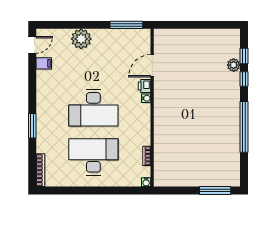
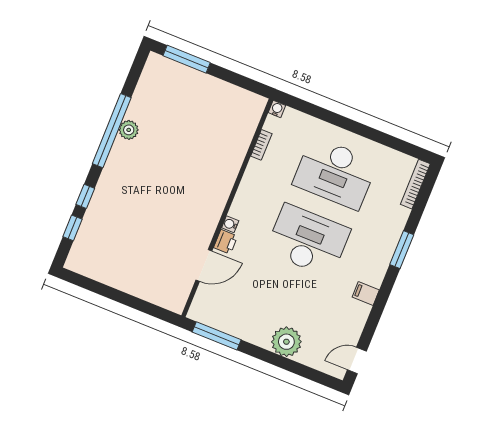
filing cabinet: (44, 63) -> (366, 293), moved
plant: (234, 65) -> (129, 130), moved

